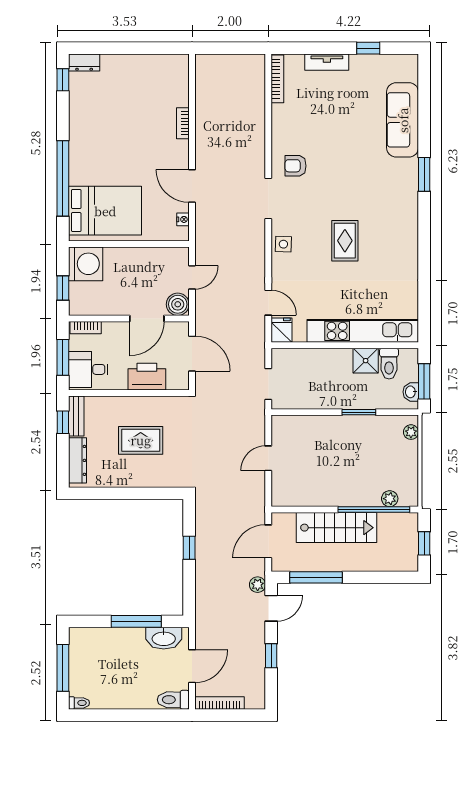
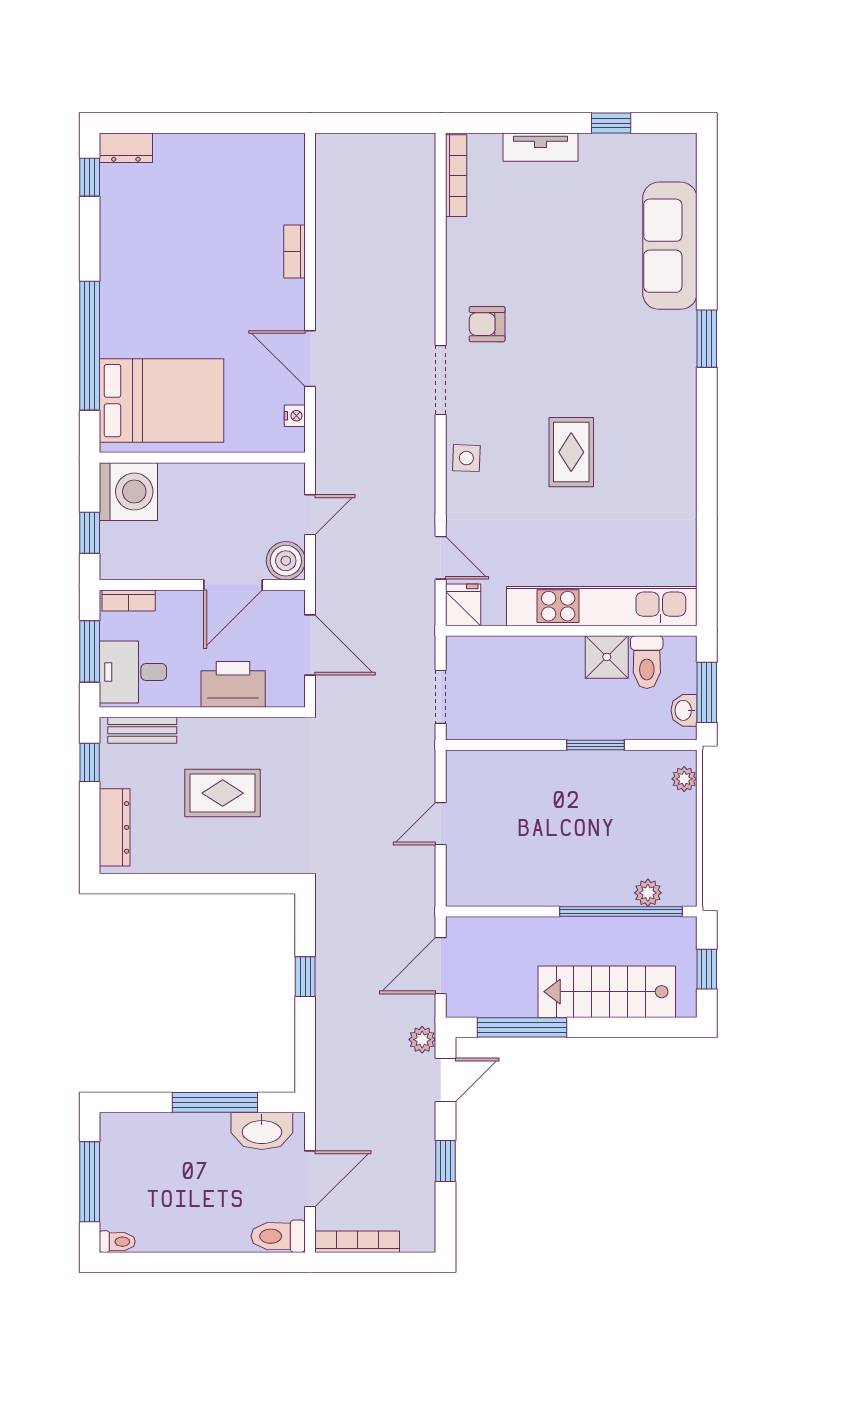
bench: (76, 416) -> (142, 730), moved, turned 90
stairs: (337, 528) -> (607, 992), moved, turned 180

